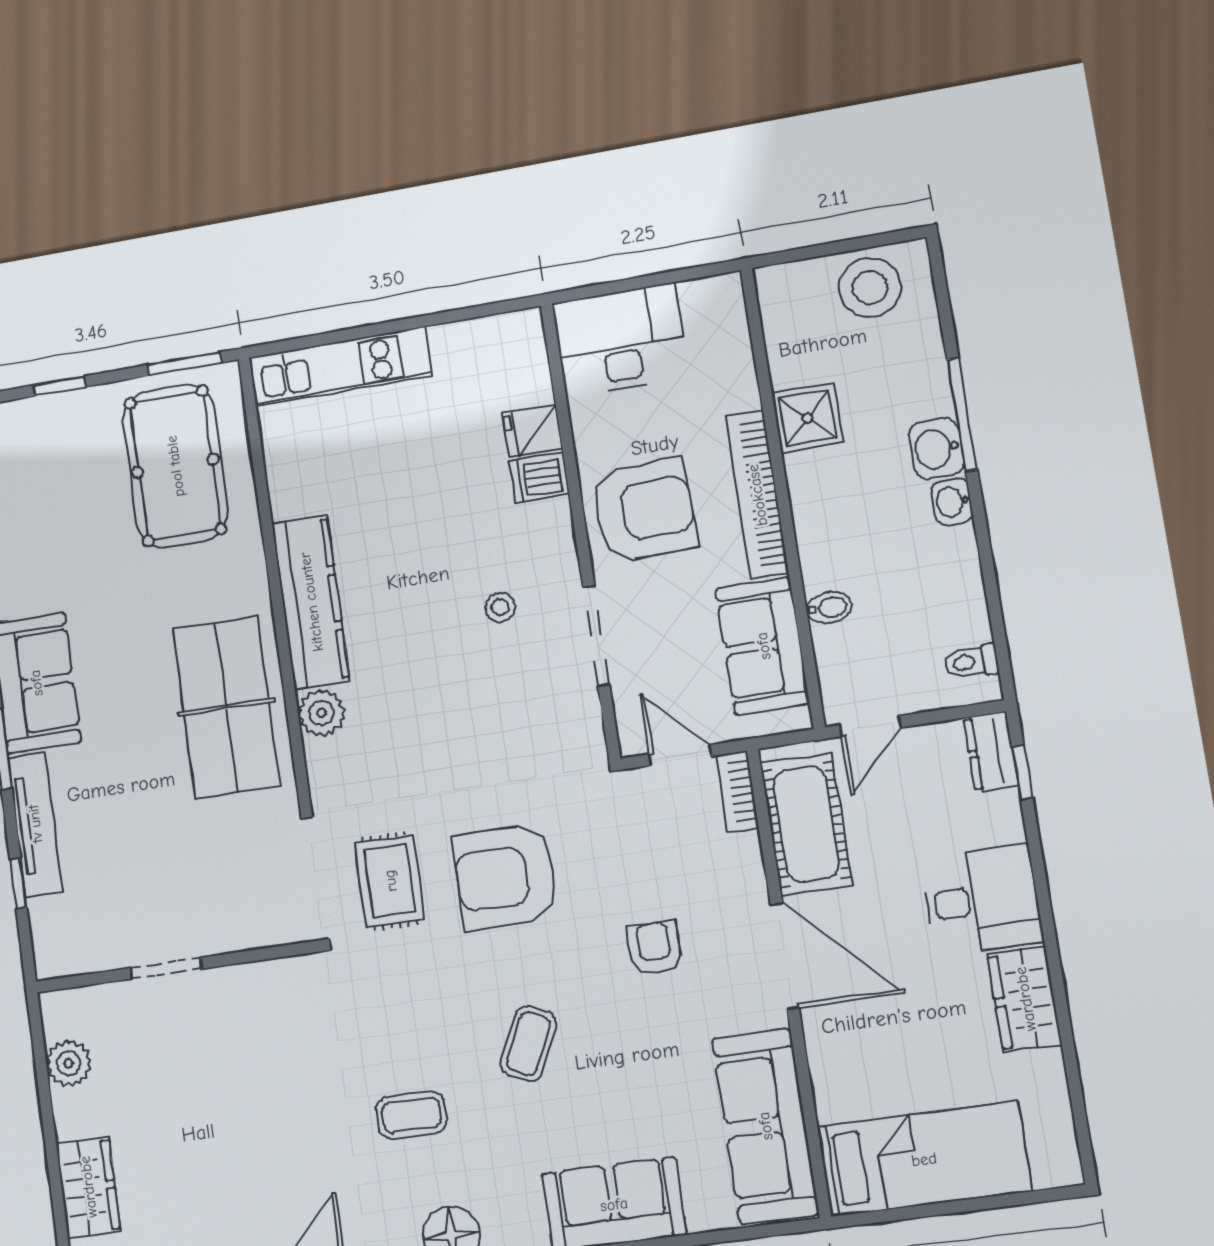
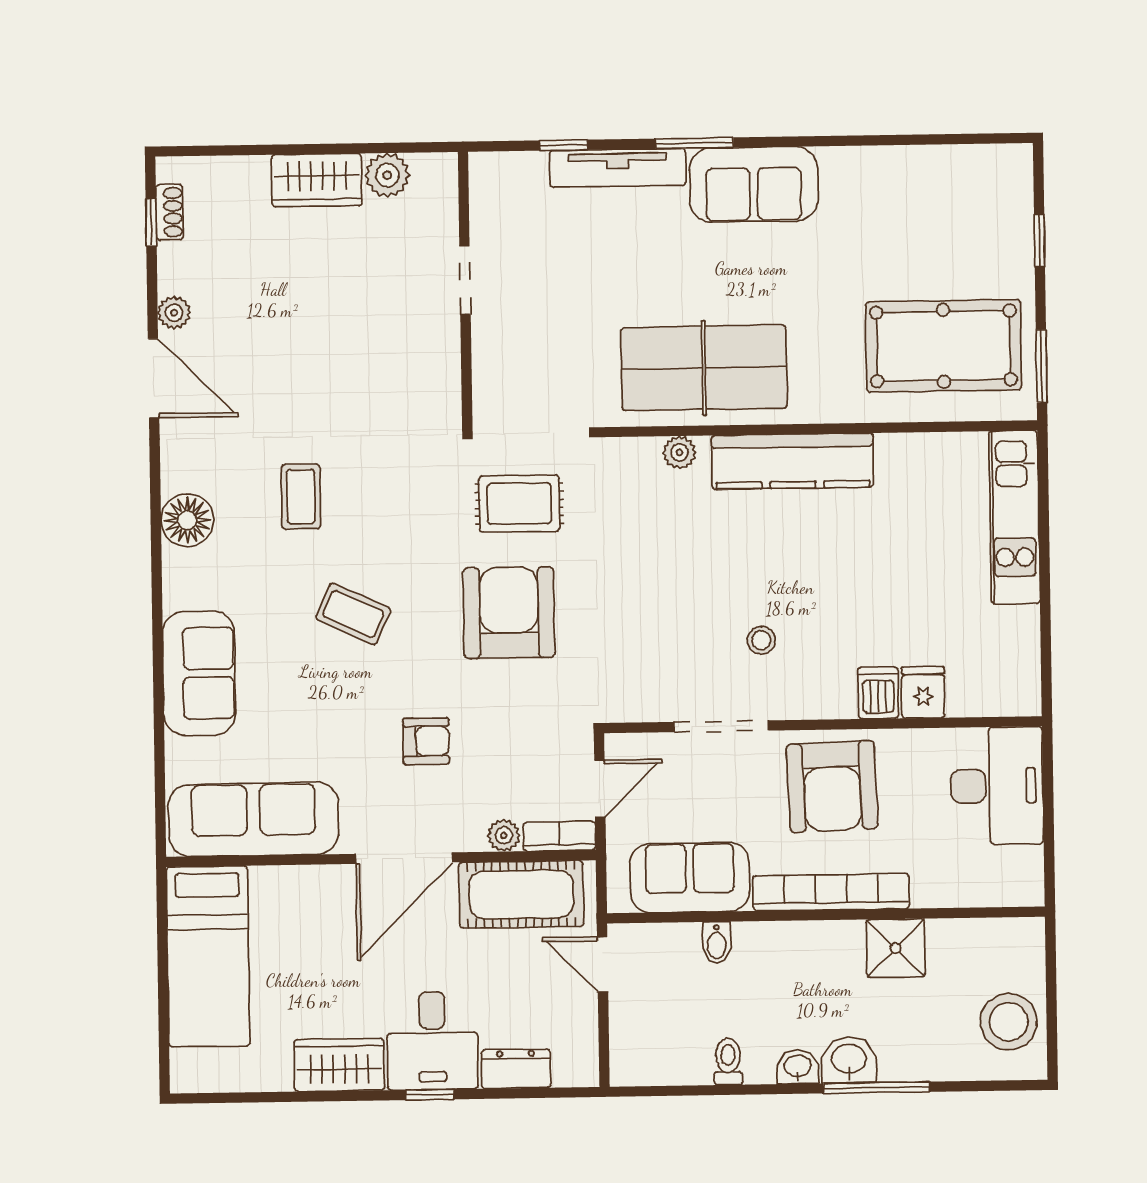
toilet: (971, 662) -> (728, 1062), moved
plant: (321, 713) -> (679, 452), width x0.73, depth x0.73
dresser: (991, 752) -> (516, 1069), moved
window: (1022, 773) -> (430, 1095), moved
plant: (745, 851) -> (504, 835), added
wardrobe: (88, 1187) -> (317, 180), moved

